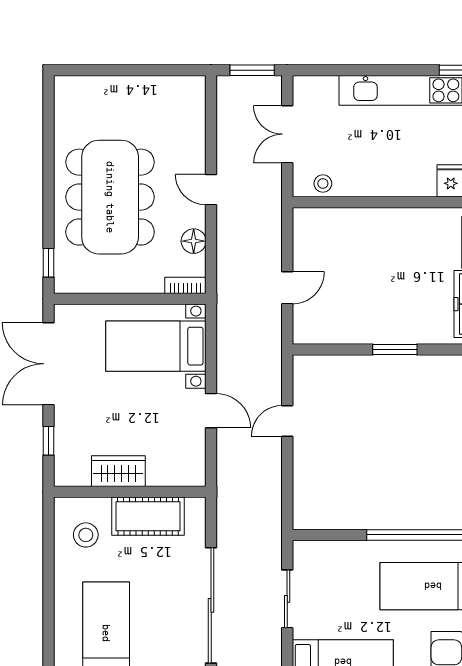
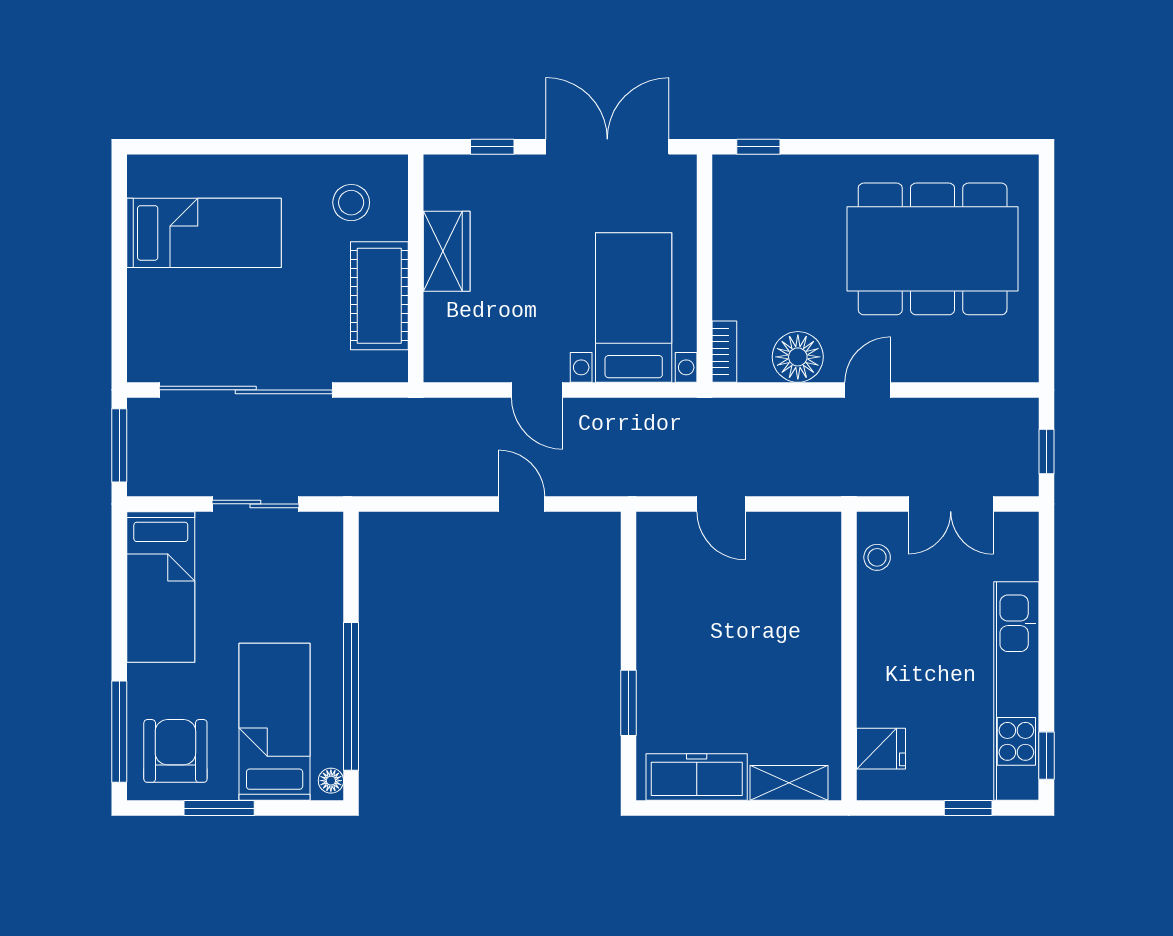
window: (252, 70) -> (1047, 451), width x0.67
double door: (287, 134) -> (951, 504), swing flipped
dining table: (110, 197) -> (933, 249), moved
floor lamp: (194, 241) -> (798, 357), width x1.38, depth x1.38
window: (395, 350) -> (629, 703), moved
door: (211, 411) -> (537, 390), hinge flipped

